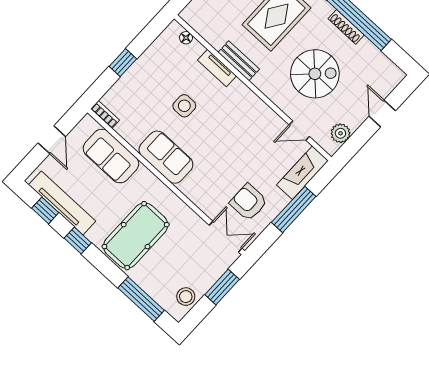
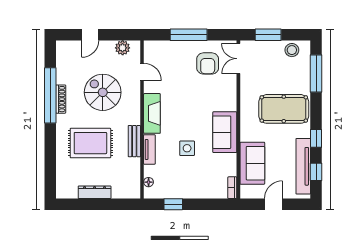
window: (123, 63) -> (173, 204), moved
fireplace: (302, 173) -> (152, 113), moved, turned -90

